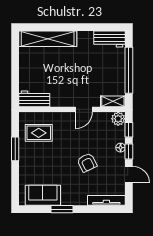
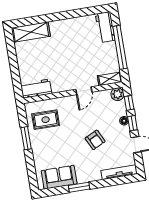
shelving: (48, 39) -> (31, 32), width x0.68
workbench: (110, 39) -> (105, 27), moved, turned 90

